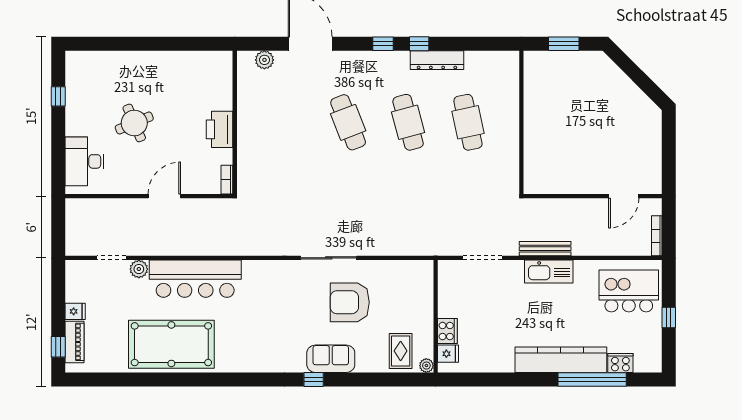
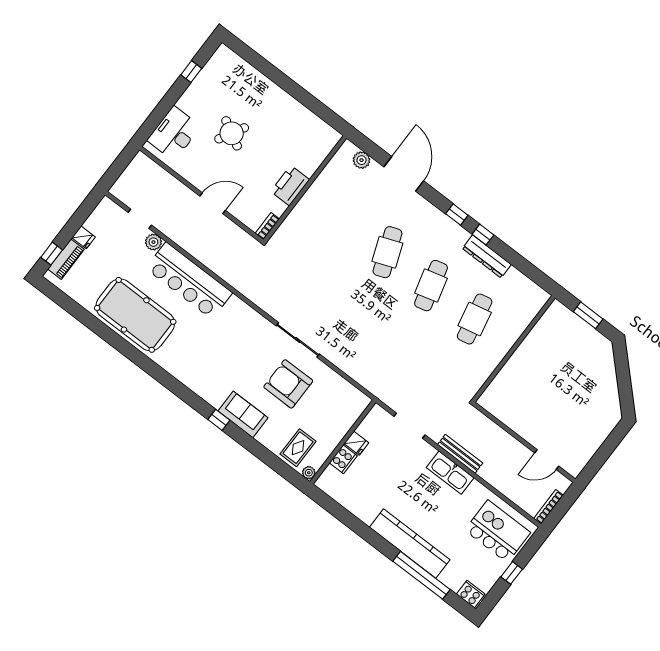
round table: (134, 123) -> (232, 133), turned -38
fridge: (448, 354) -> (356, 443), moved
cooker: (620, 363) -> (471, 594), moved

